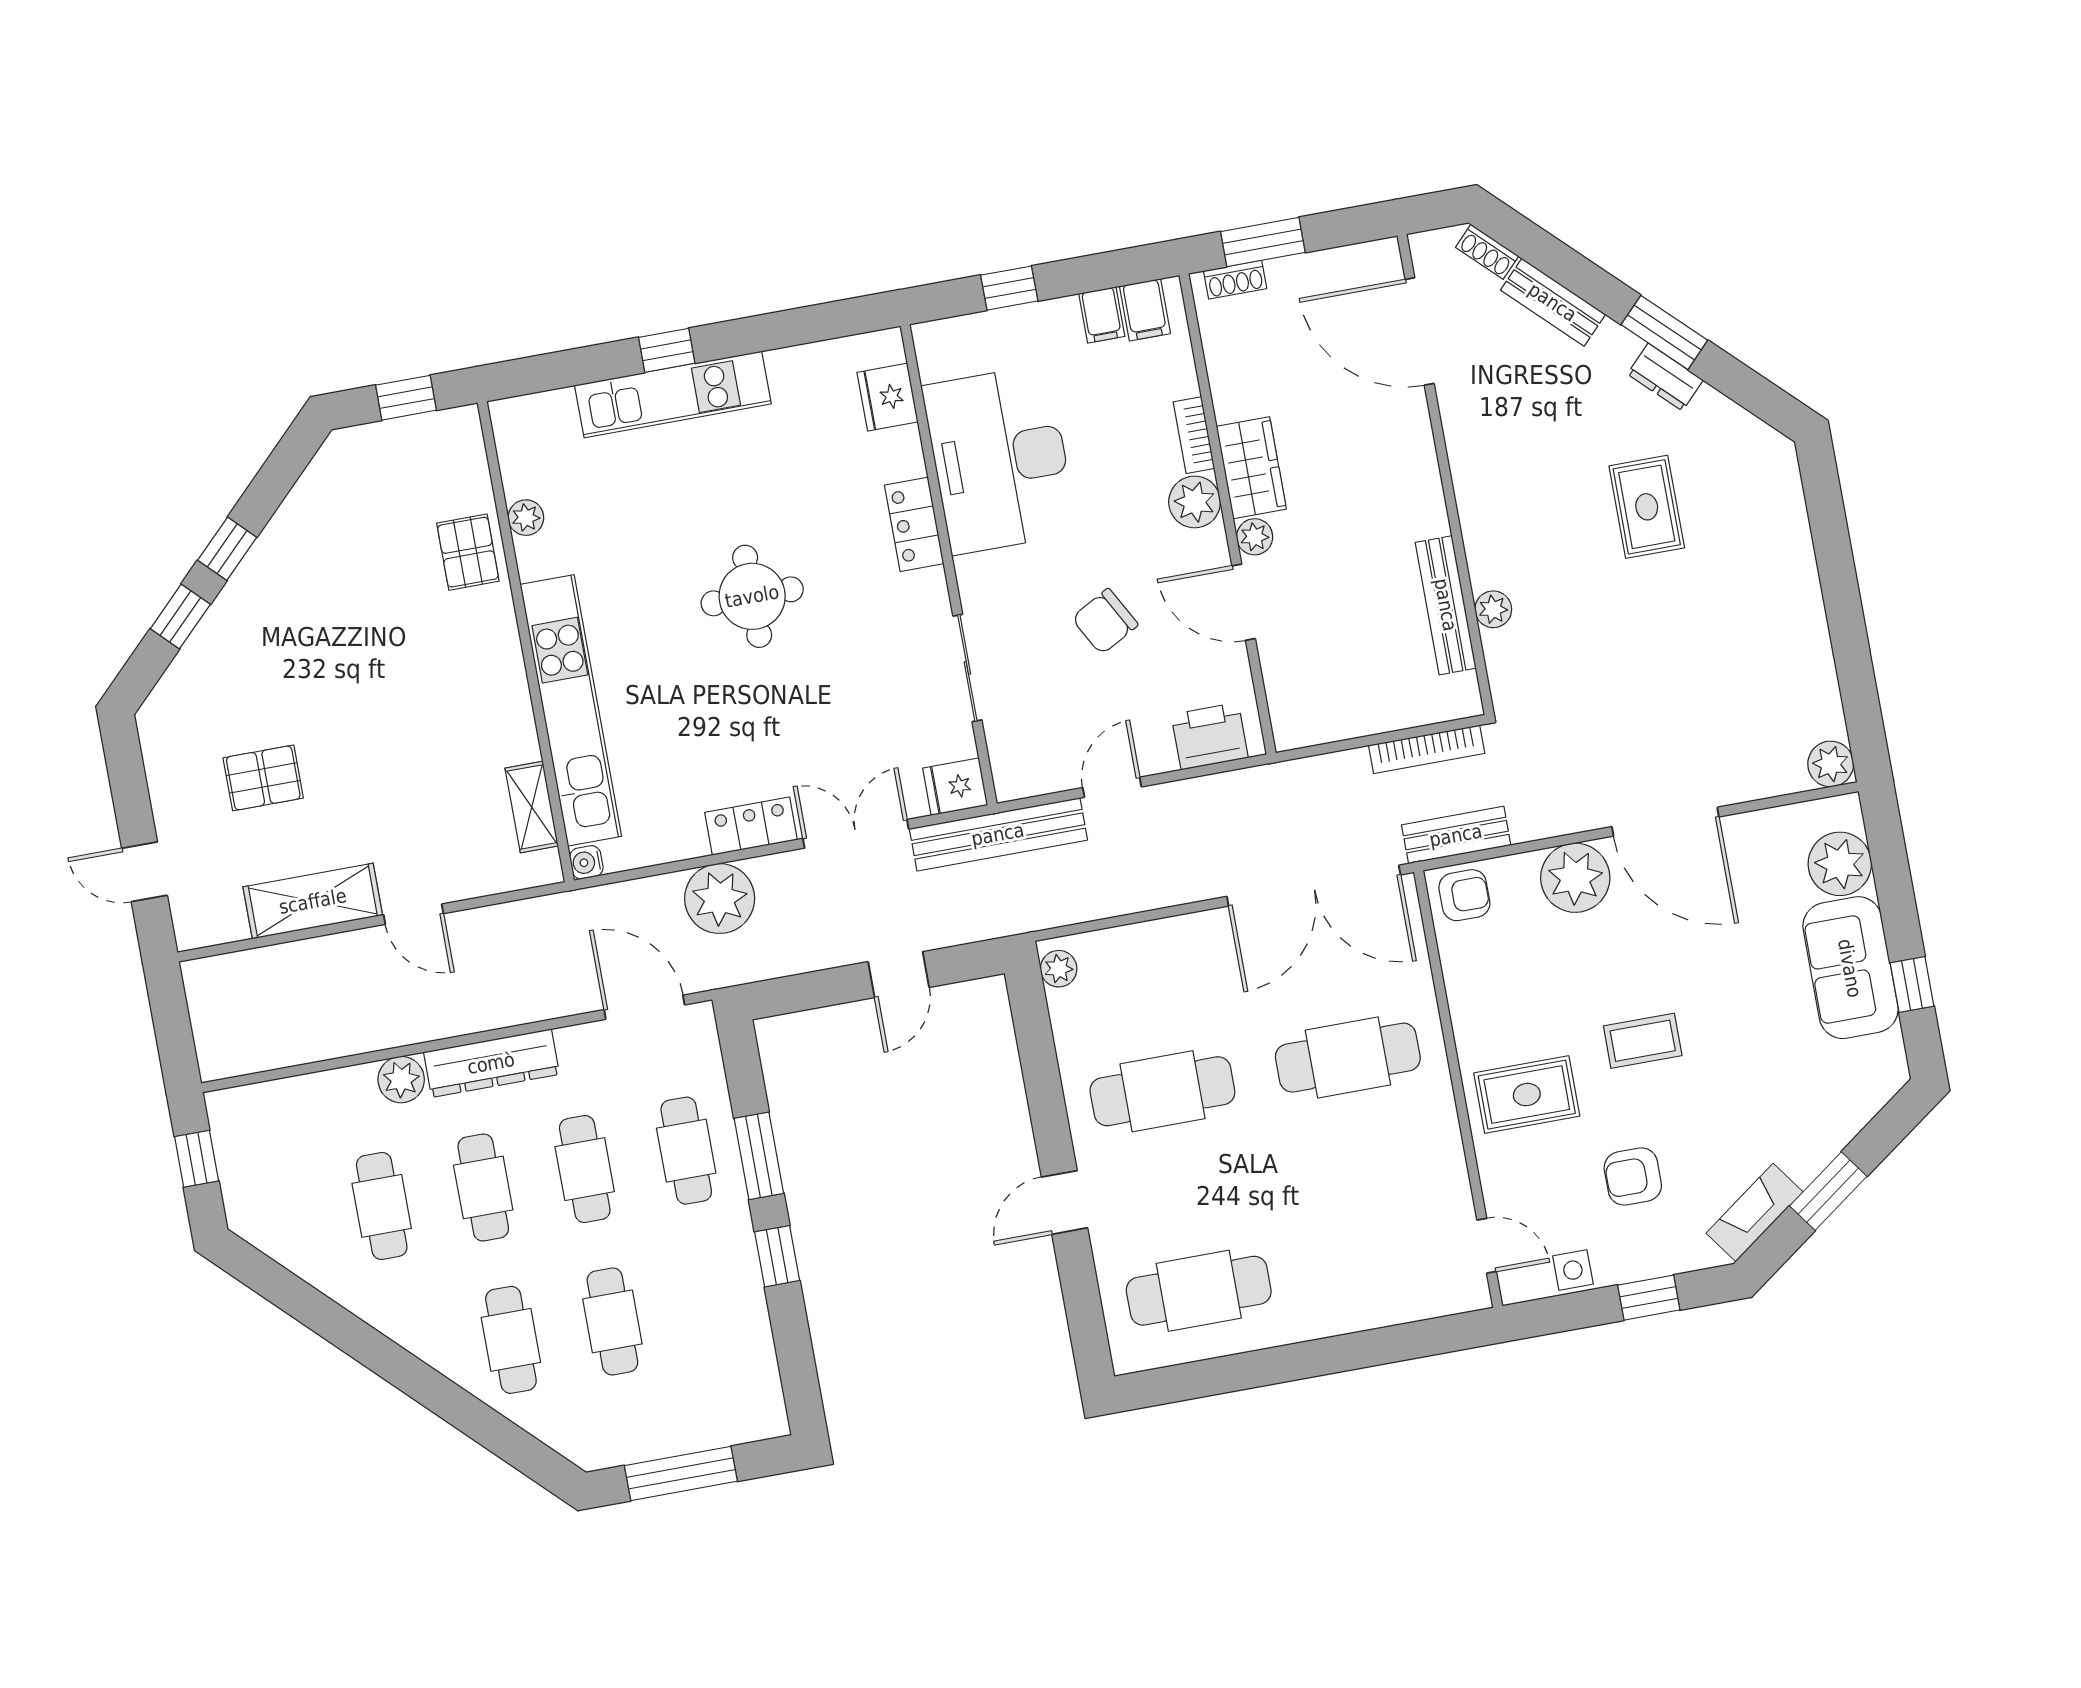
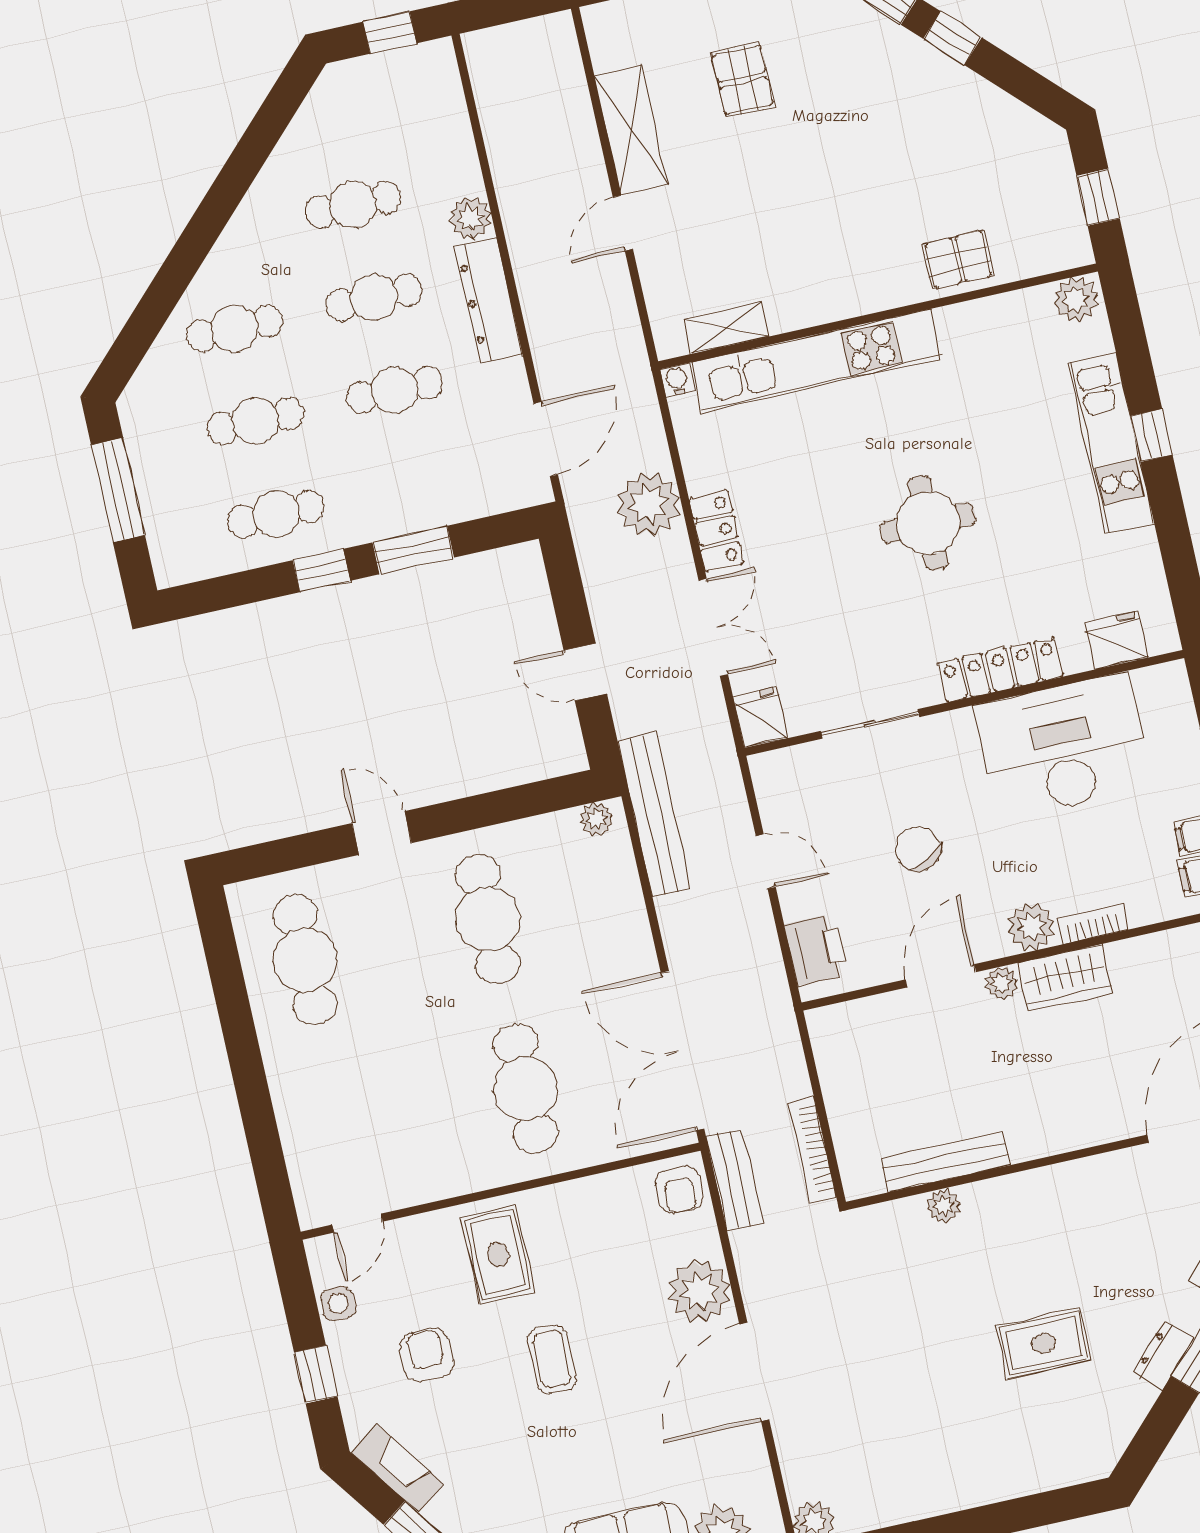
plant: (526, 518) -> (1076, 300), moved, width x1.38, depth x1.38
locker: (914, 524) -> (1000, 670), width x1.53
bench: (998, 834) -> (654, 815), moved
cafe table: (686, 1151) -> (276, 514), moved

